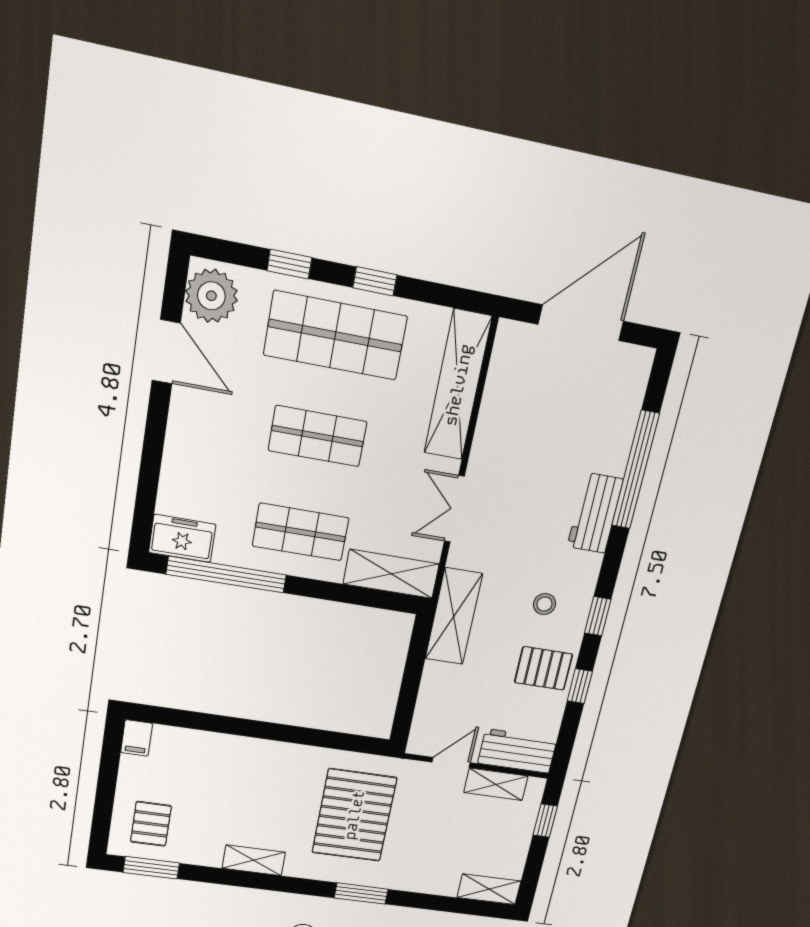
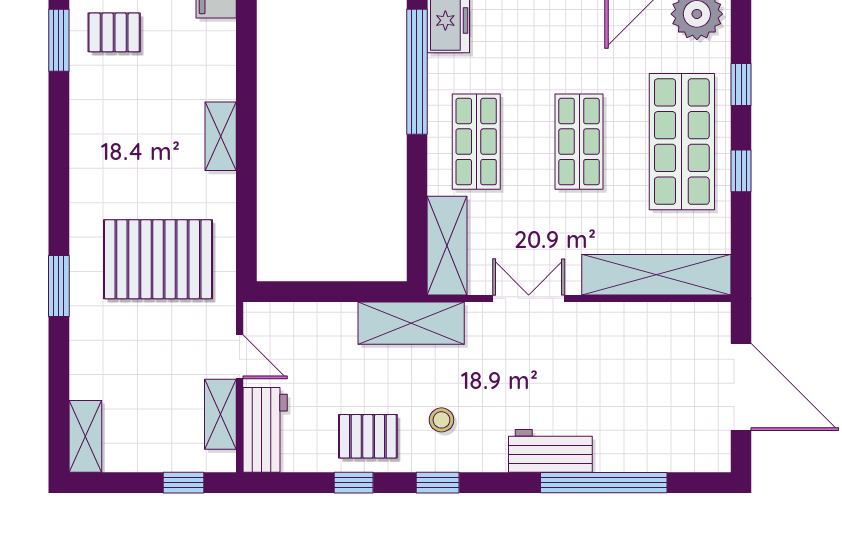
pallet: (543, 668) -> (368, 436), turned 90
shelving: (254, 860) -> (221, 136), moved

